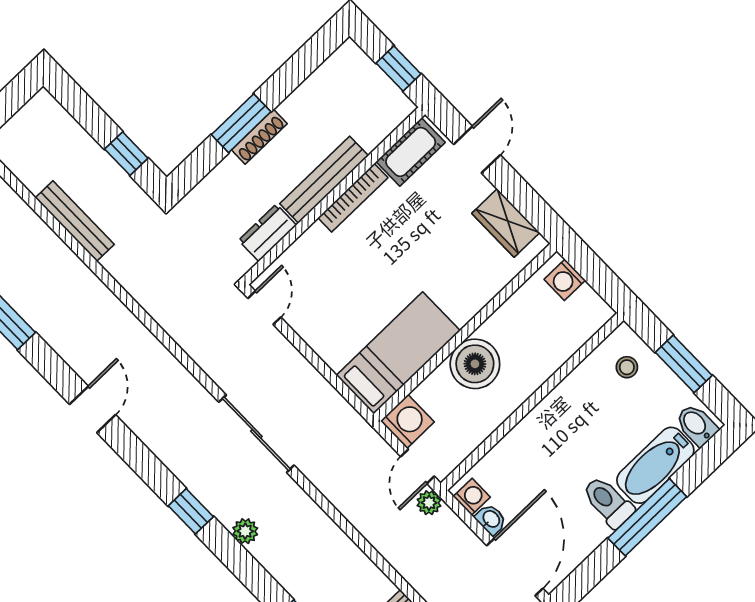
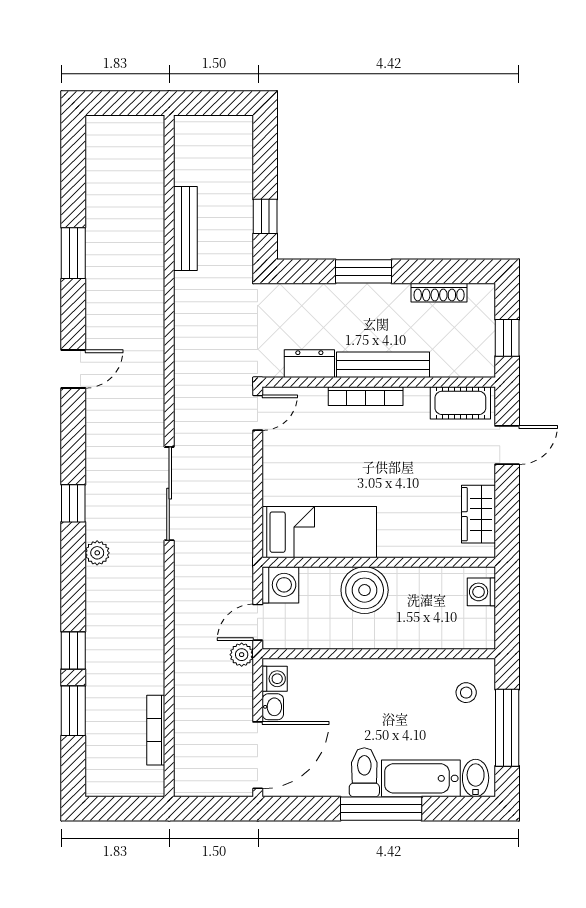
shoe rack: (259, 137) -> (439, 293), moved
bookcase: (353, 198) -> (366, 396), moved
window: (684, 364) -> (507, 728), width x1.44

